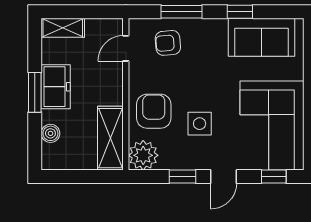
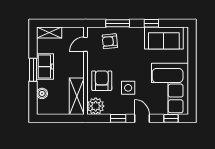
door: (224, 177) -> (142, 118), swing flipped

